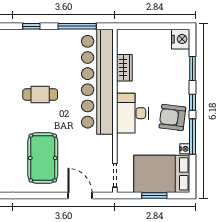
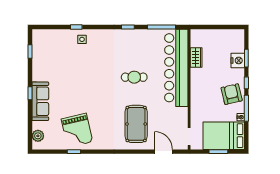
nightstand: (181, 39) -> (238, 60), moved
desk: (132, 113) -> (202, 91), removed
armchair: (172, 117) -> (232, 94), turned 70

